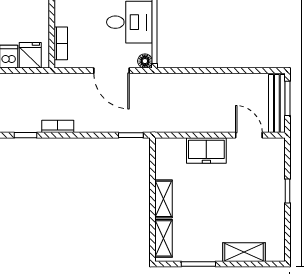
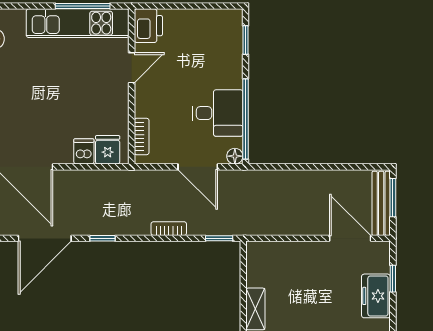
bookcase: (58, 126) -> (169, 229), moved
door: (249, 135) -> (350, 238), width x1.38
freezer: (206, 150) -> (376, 296), moved, turned 90
window: (287, 191) -> (393, 279), moved

